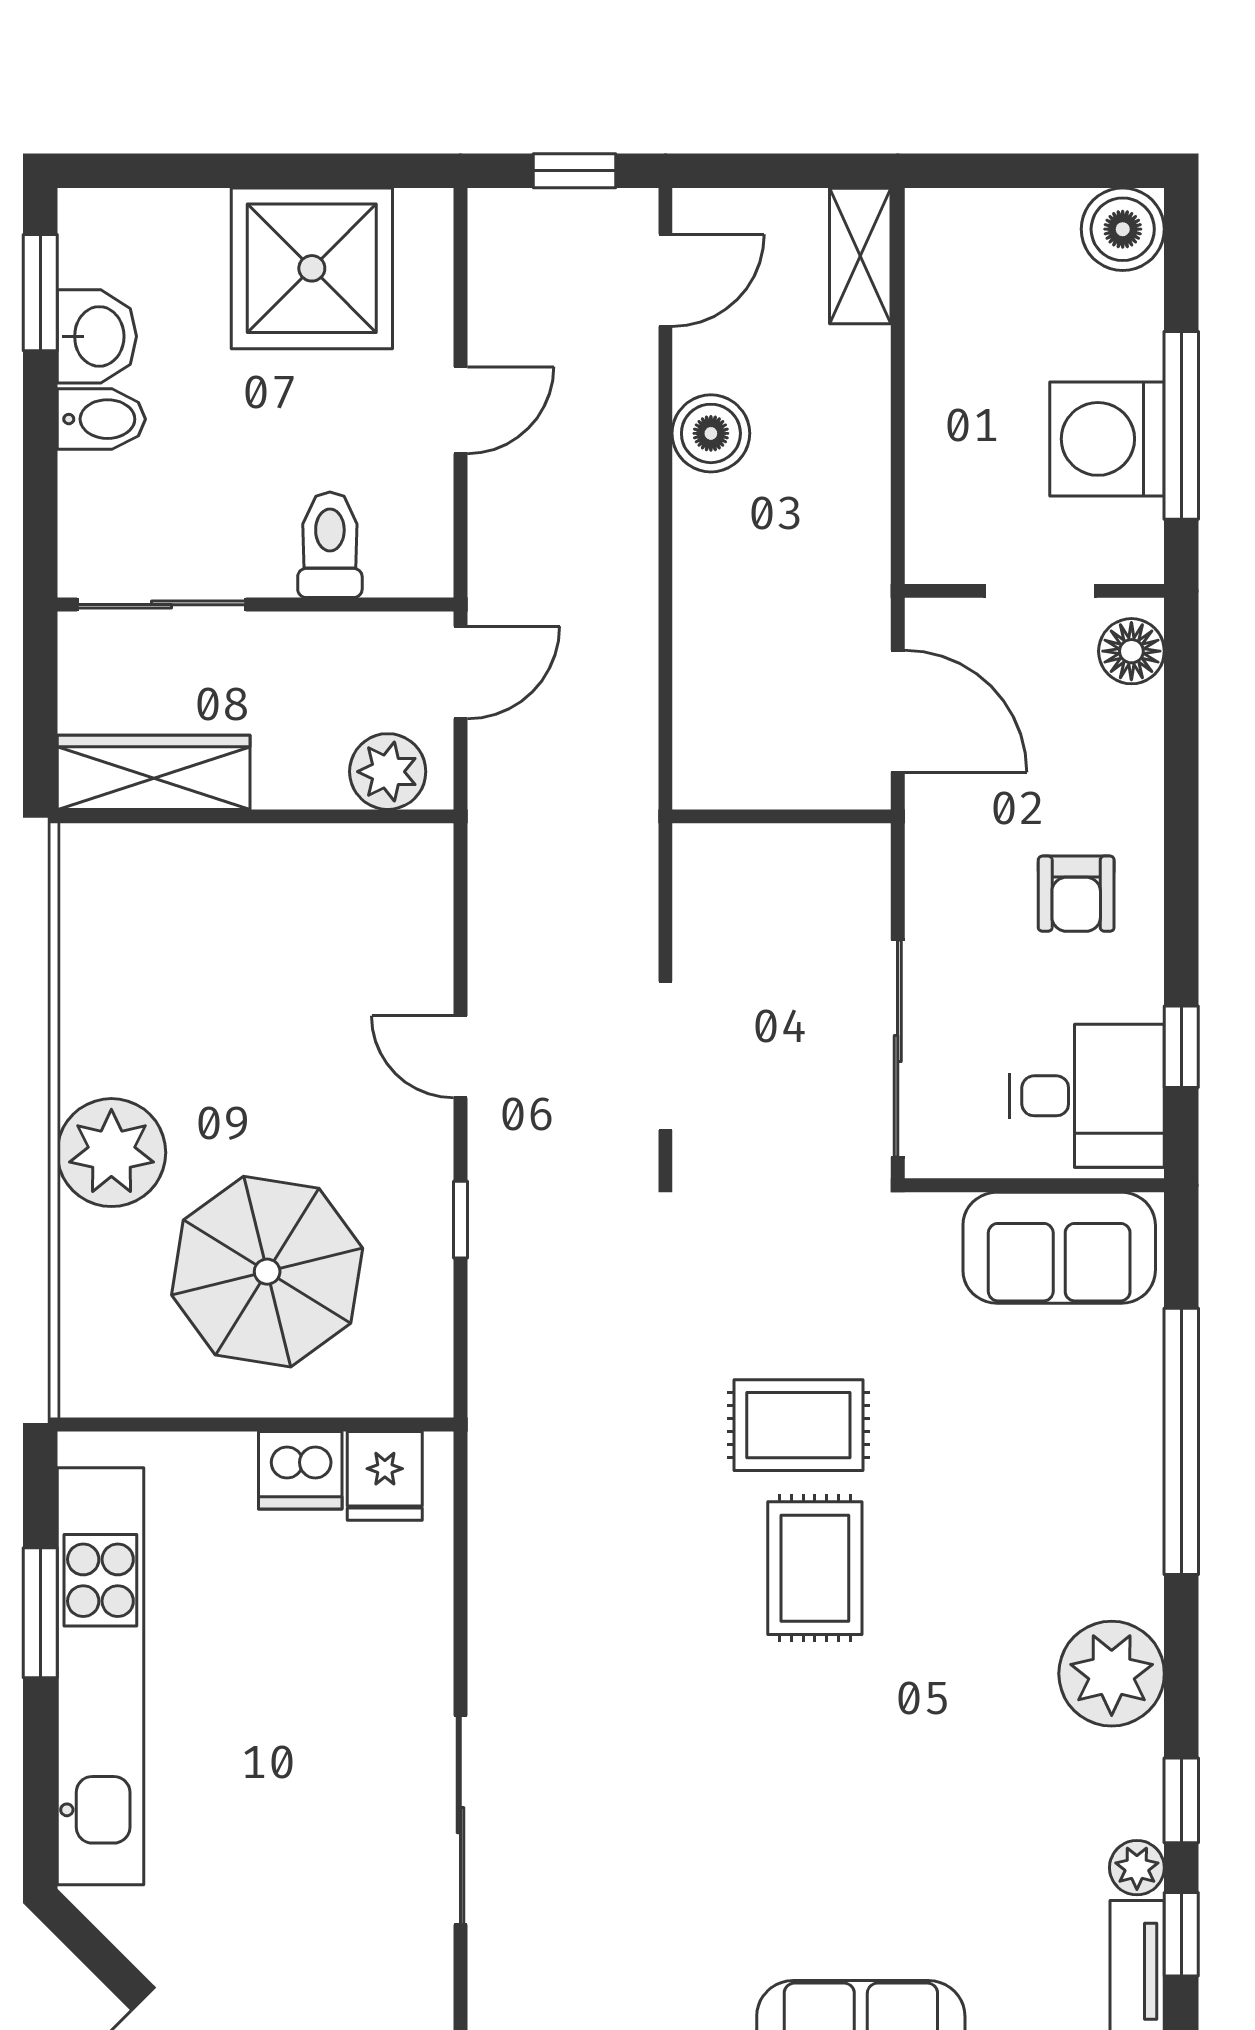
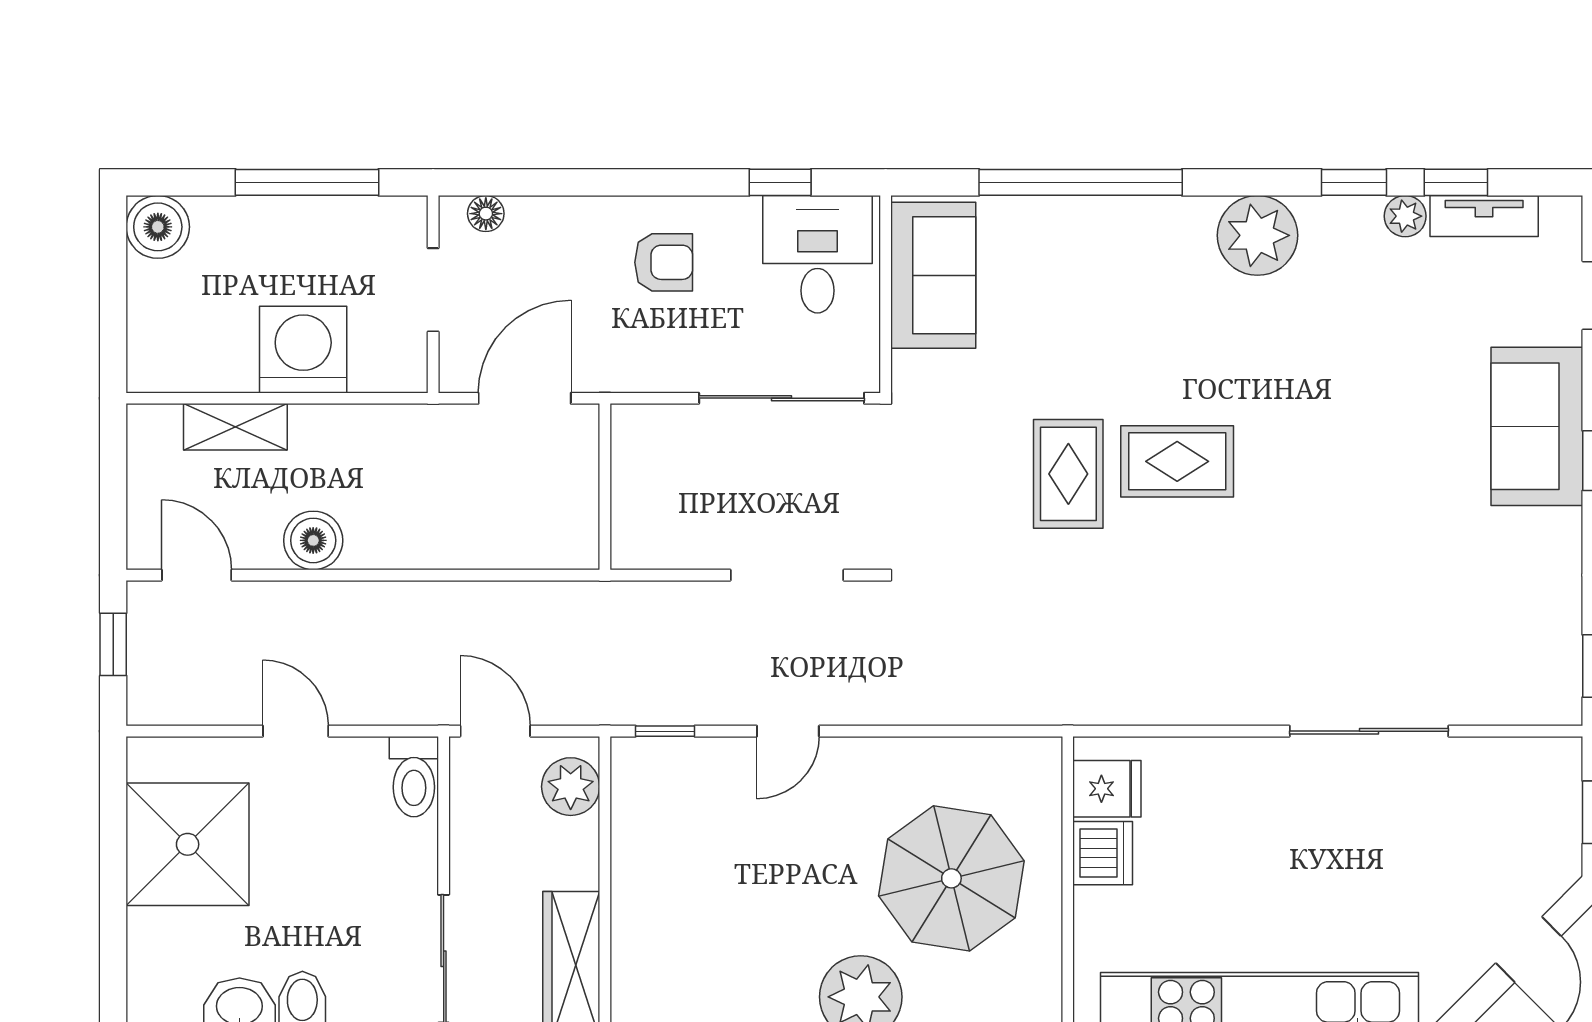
shelving: (860, 256) -> (235, 427), moved
washing machine: (1107, 439) -> (303, 350), moved, turned 180
toilet: (330, 545) -> (414, 777), moved, turned -90
floor lamp: (1131, 651) -> (486, 214), width x0.73, depth x0.73
window: (460, 1220) -> (665, 731), moved

